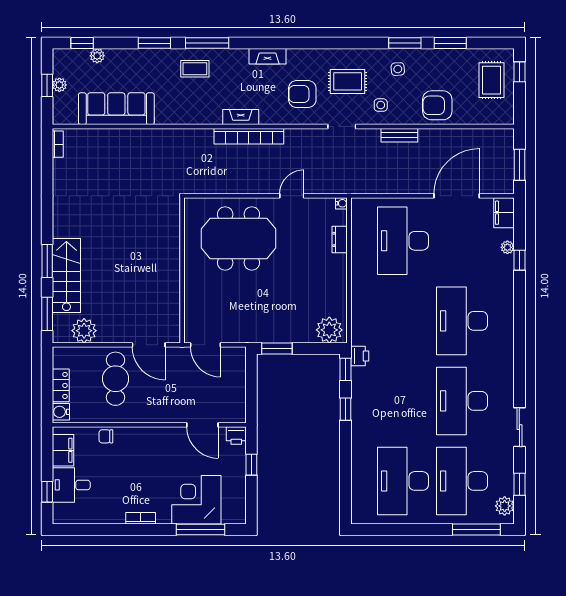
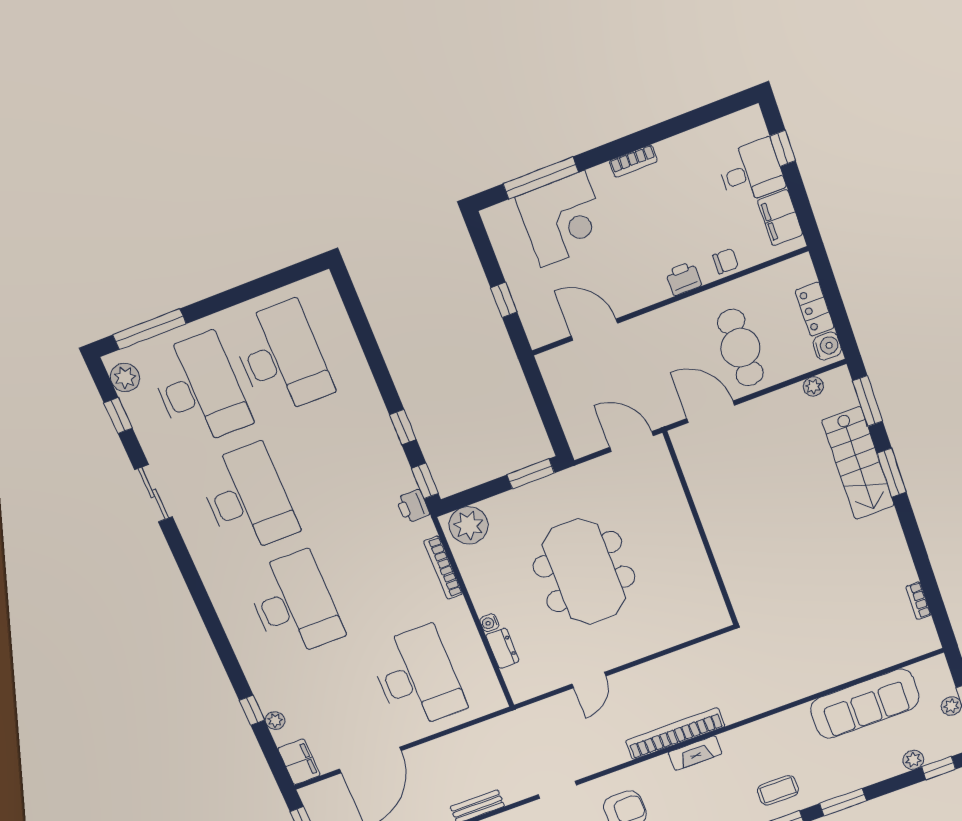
bookcase: (58, 144) -> (918, 601), moved
water cooler: (341, 203) -> (489, 623), moved
meeting table: (239, 238) -> (584, 572), moved, turned 90
bookcase: (356, 308) -> (443, 568), added
plant: (84, 331) -> (813, 386), width x0.53, depth x0.53
water cooler: (61, 412) -> (827, 346), moved
printer: (236, 436) -> (683, 278), moved

